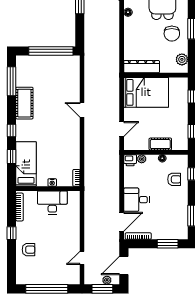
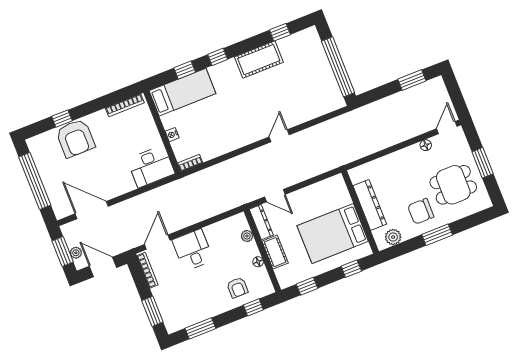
dresser: (142, 67) -> (370, 205), moved
window: (12, 81) -> (280, 32), width x0.46
bed: (146, 92) -> (333, 233), moved, turned 90
dresser: (136, 145) -> (261, 222), added
printer: (130, 160) -> (239, 222), removed
desk: (52, 202) -> (151, 166), moved, turned 90
door: (122, 222) -> (157, 242), swing flipped
window: (12, 233) -> (62, 119), moved
armchair: (29, 250) -> (75, 138), width x1.88, depth x1.88
door: (82, 258) -> (92, 210), width x1.87

